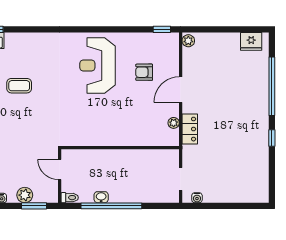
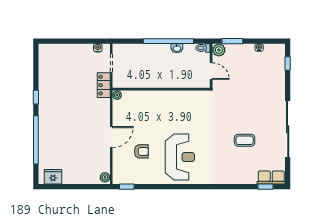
plant: (174, 123) -> (117, 95), moved
locker: (190, 129) -> (104, 85), moved
plant: (25, 195) -> (219, 50), moved

